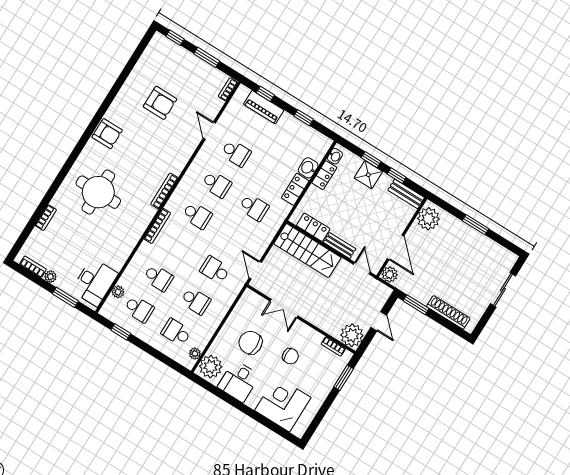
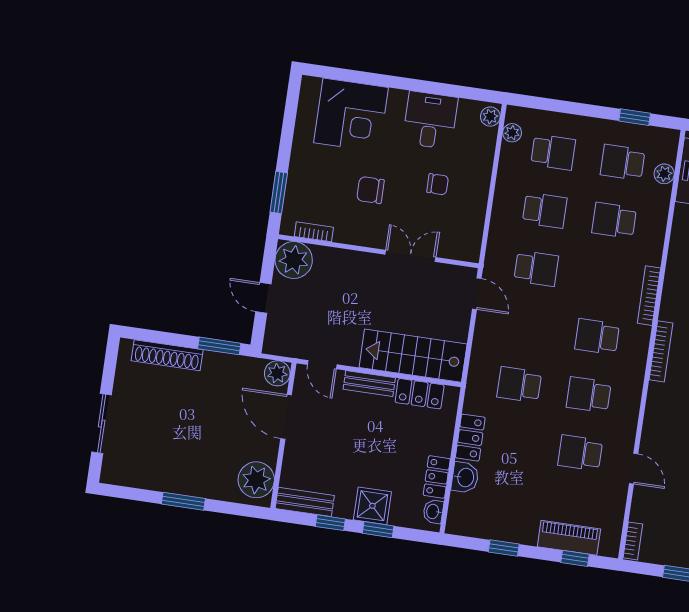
school desk: (196, 301) -> (545, 210), turned 180
chair: (250, 343) -> (438, 184), width x0.54, depth x0.54
plant: (211, 367) -> (490, 117), width x0.53, depth x0.53

